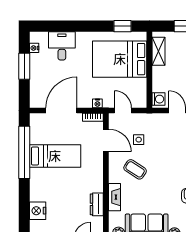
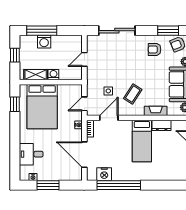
washing machine: (159, 99) -> (53, 75), moved
bed: (55, 156) -> (142, 141), moved, turned 180
nightstand: (38, 211) -> (104, 174), moved

